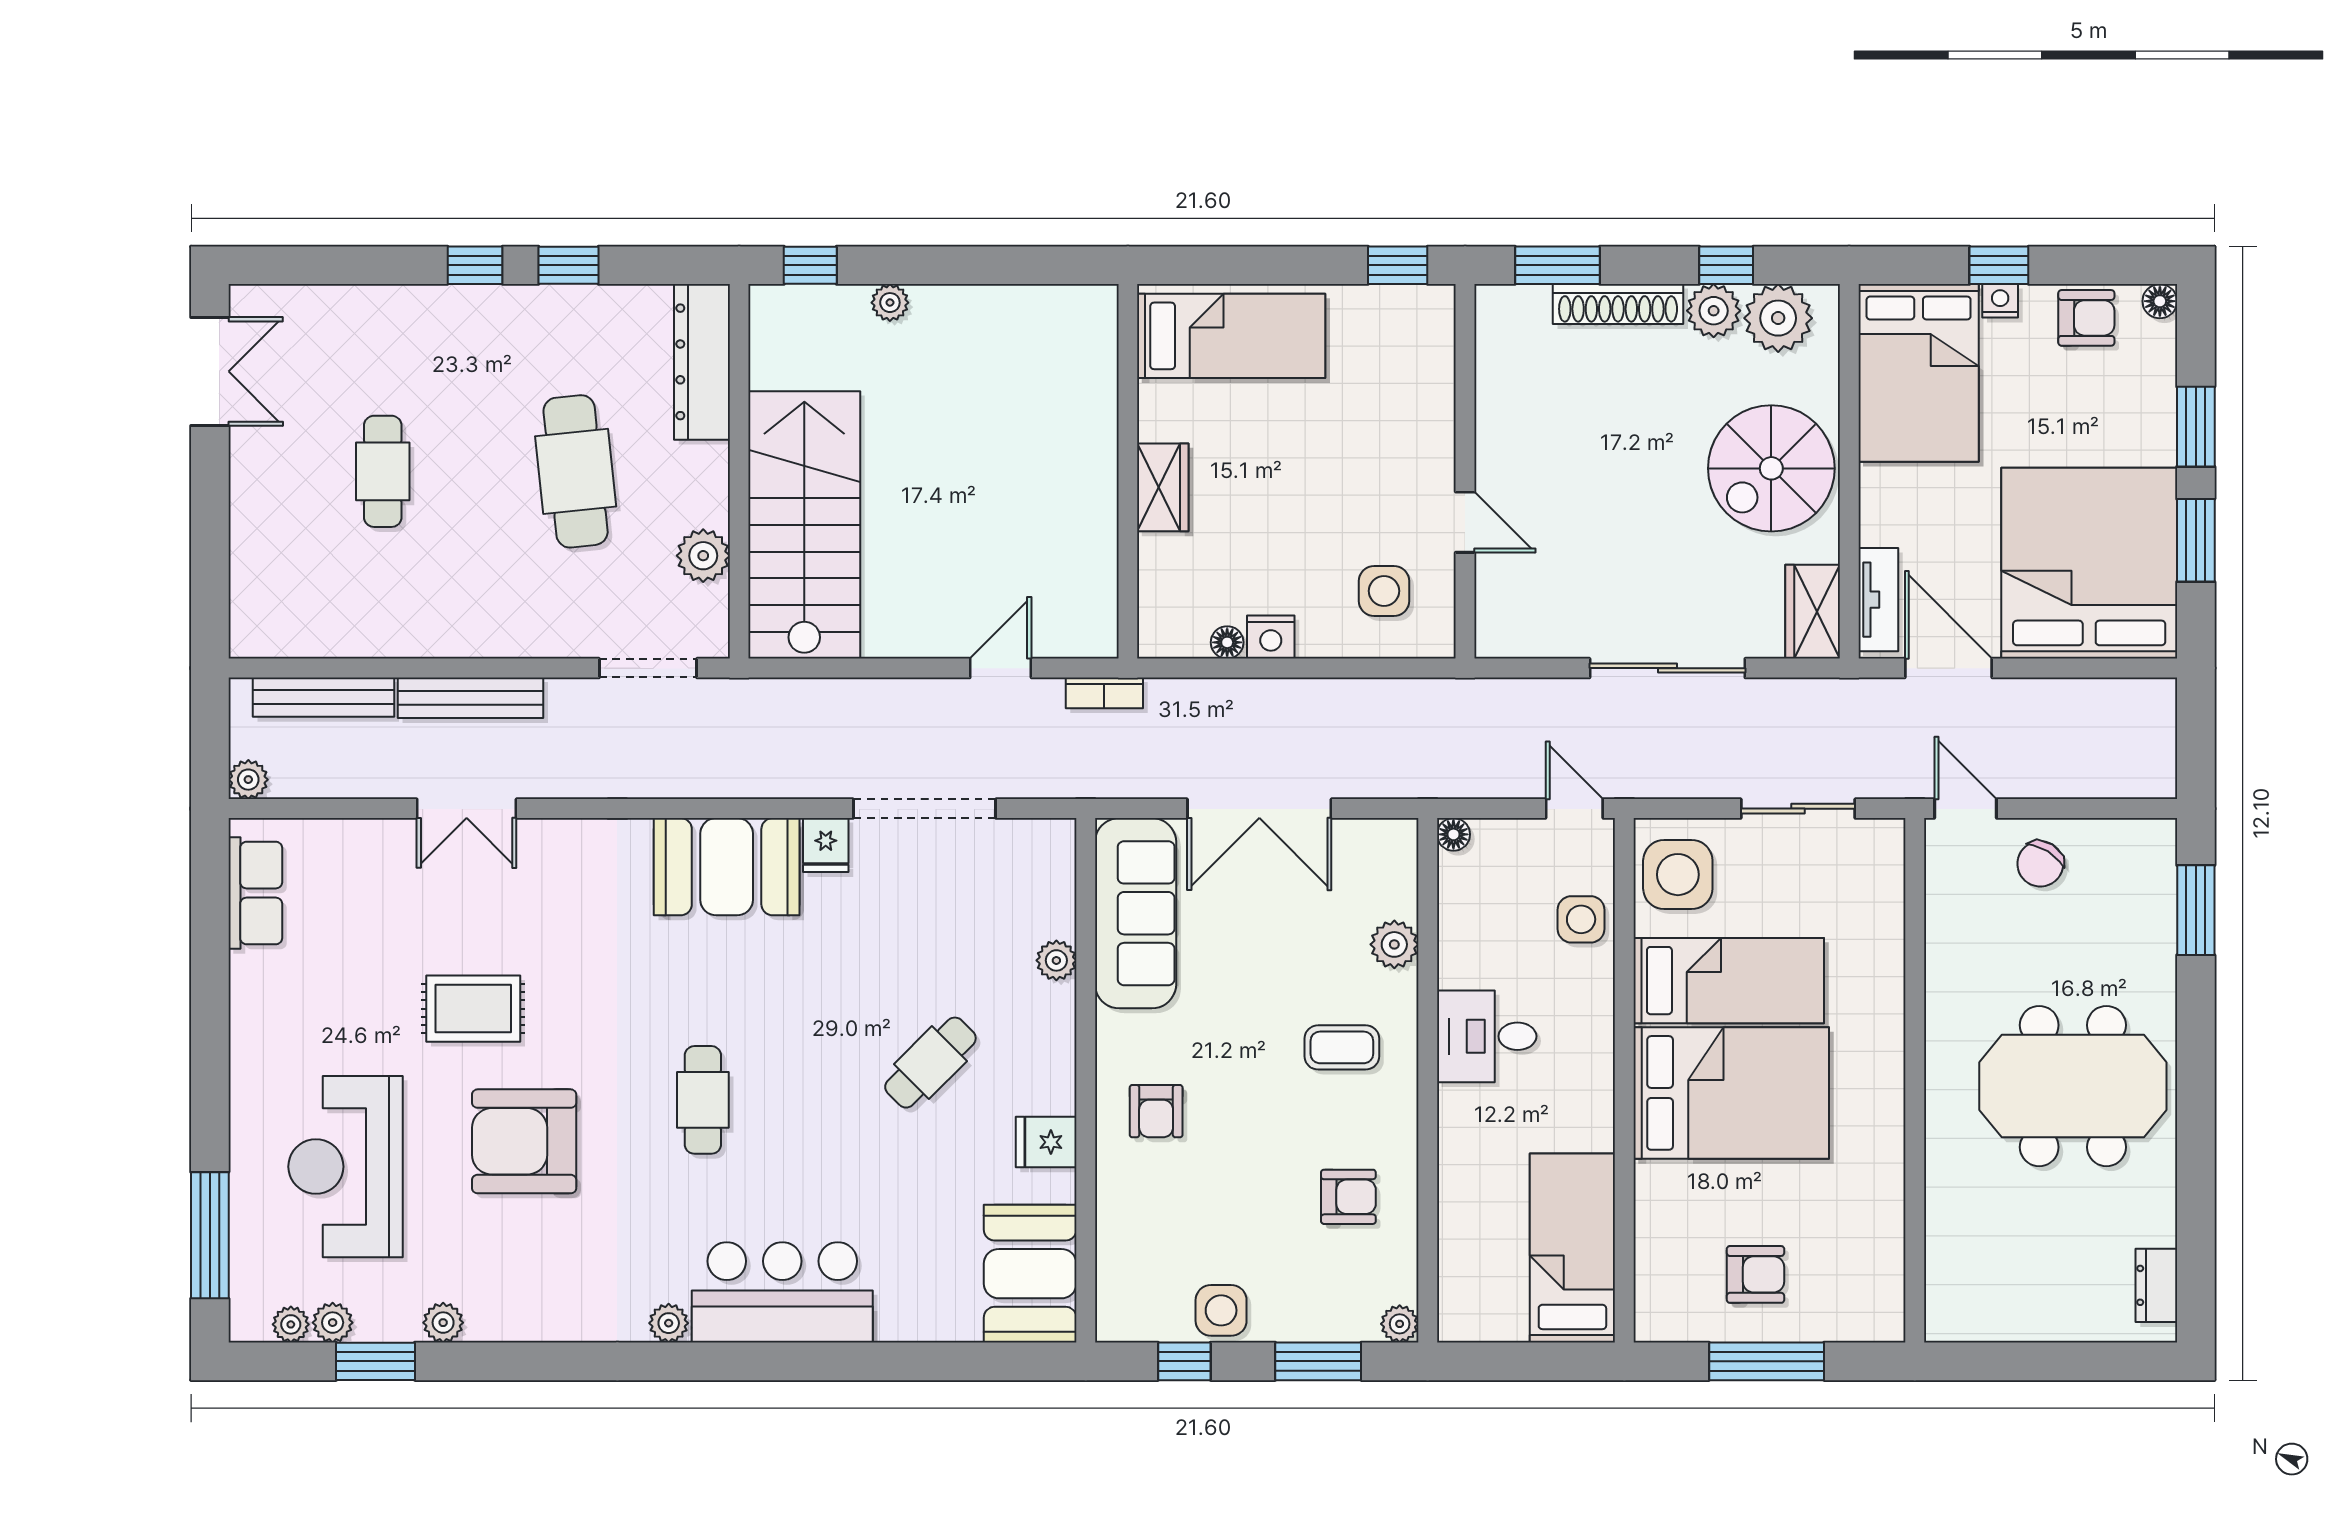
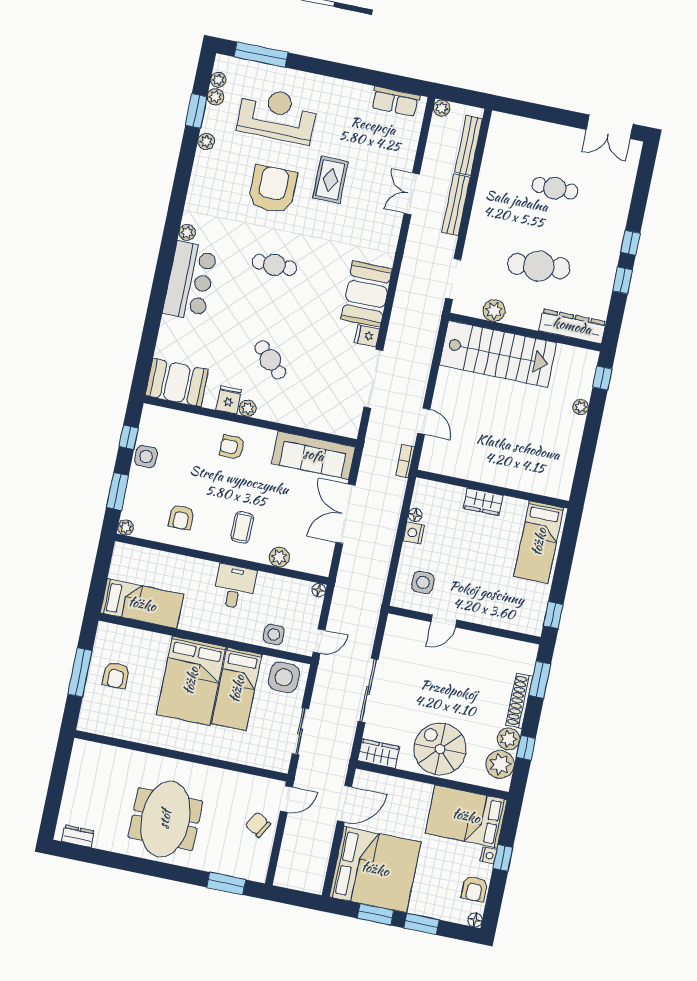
tv unit: (1878, 600) -> (378, 781), removed
plant: (1056, 960) -> (248, 408), moved

